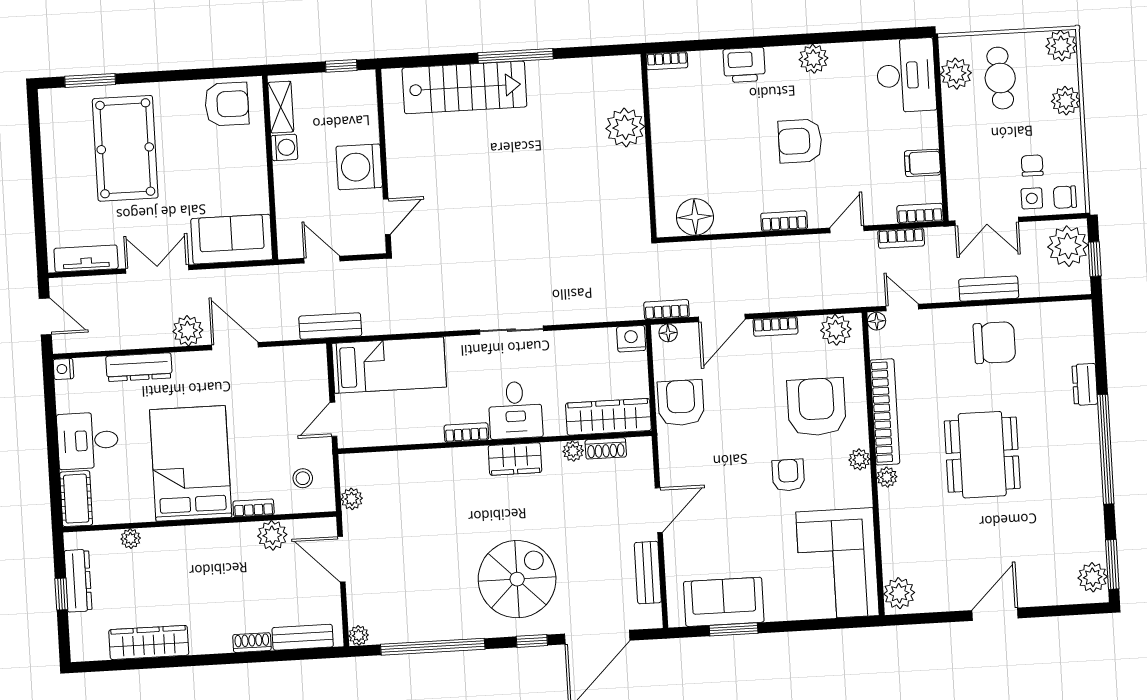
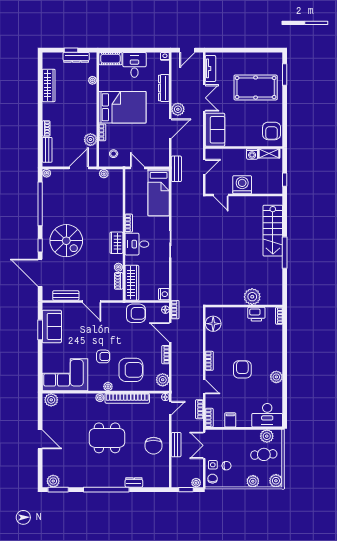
printer: (744, 65) -> (256, 314), moved, turned -90
plant: (1068, 246) -> (196, 483), width x0.53, depth x0.53

